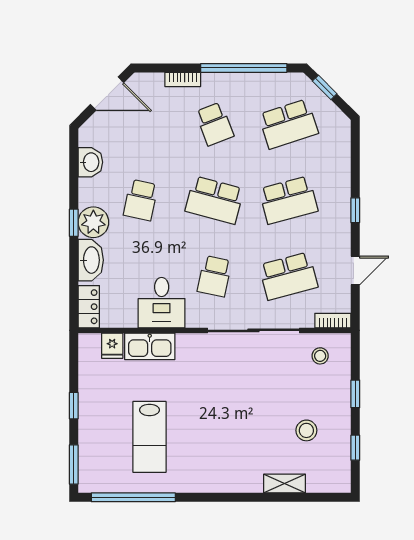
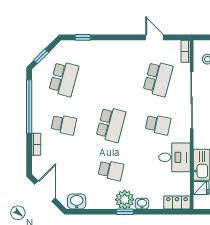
school desk: (215, 124) -> (64, 125), turned 33
school desk: (288, 124) -> (64, 79), turned 33
washbasin: (90, 162) -> (77, 201), moved
school desk: (288, 200) -> (111, 79), removed
window: (355, 210) -> (83, 37), moved
washbasin: (91, 260) -> (142, 204), width x0.52, depth x0.69
school desk: (288, 276) -> (158, 79), turned 30

